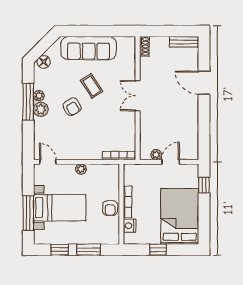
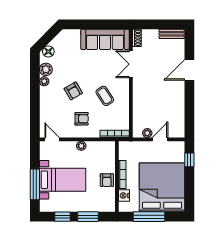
sofa: (89, 48) -> (105, 39), moved
door: (204, 83) -> (189, 70), hinge flipped
coffee table: (92, 86) -> (105, 96), moved
double door: (138, 96) -> (131, 64), moved
window: (28, 102) -> (35, 87), removed
plant: (41, 109) -> (46, 69), moved
armchair: (81, 138) -> (82, 119), added
bed: (180, 216) -> (162, 187), width x1.36
window: (158, 250) -> (149, 217), width x2.17

